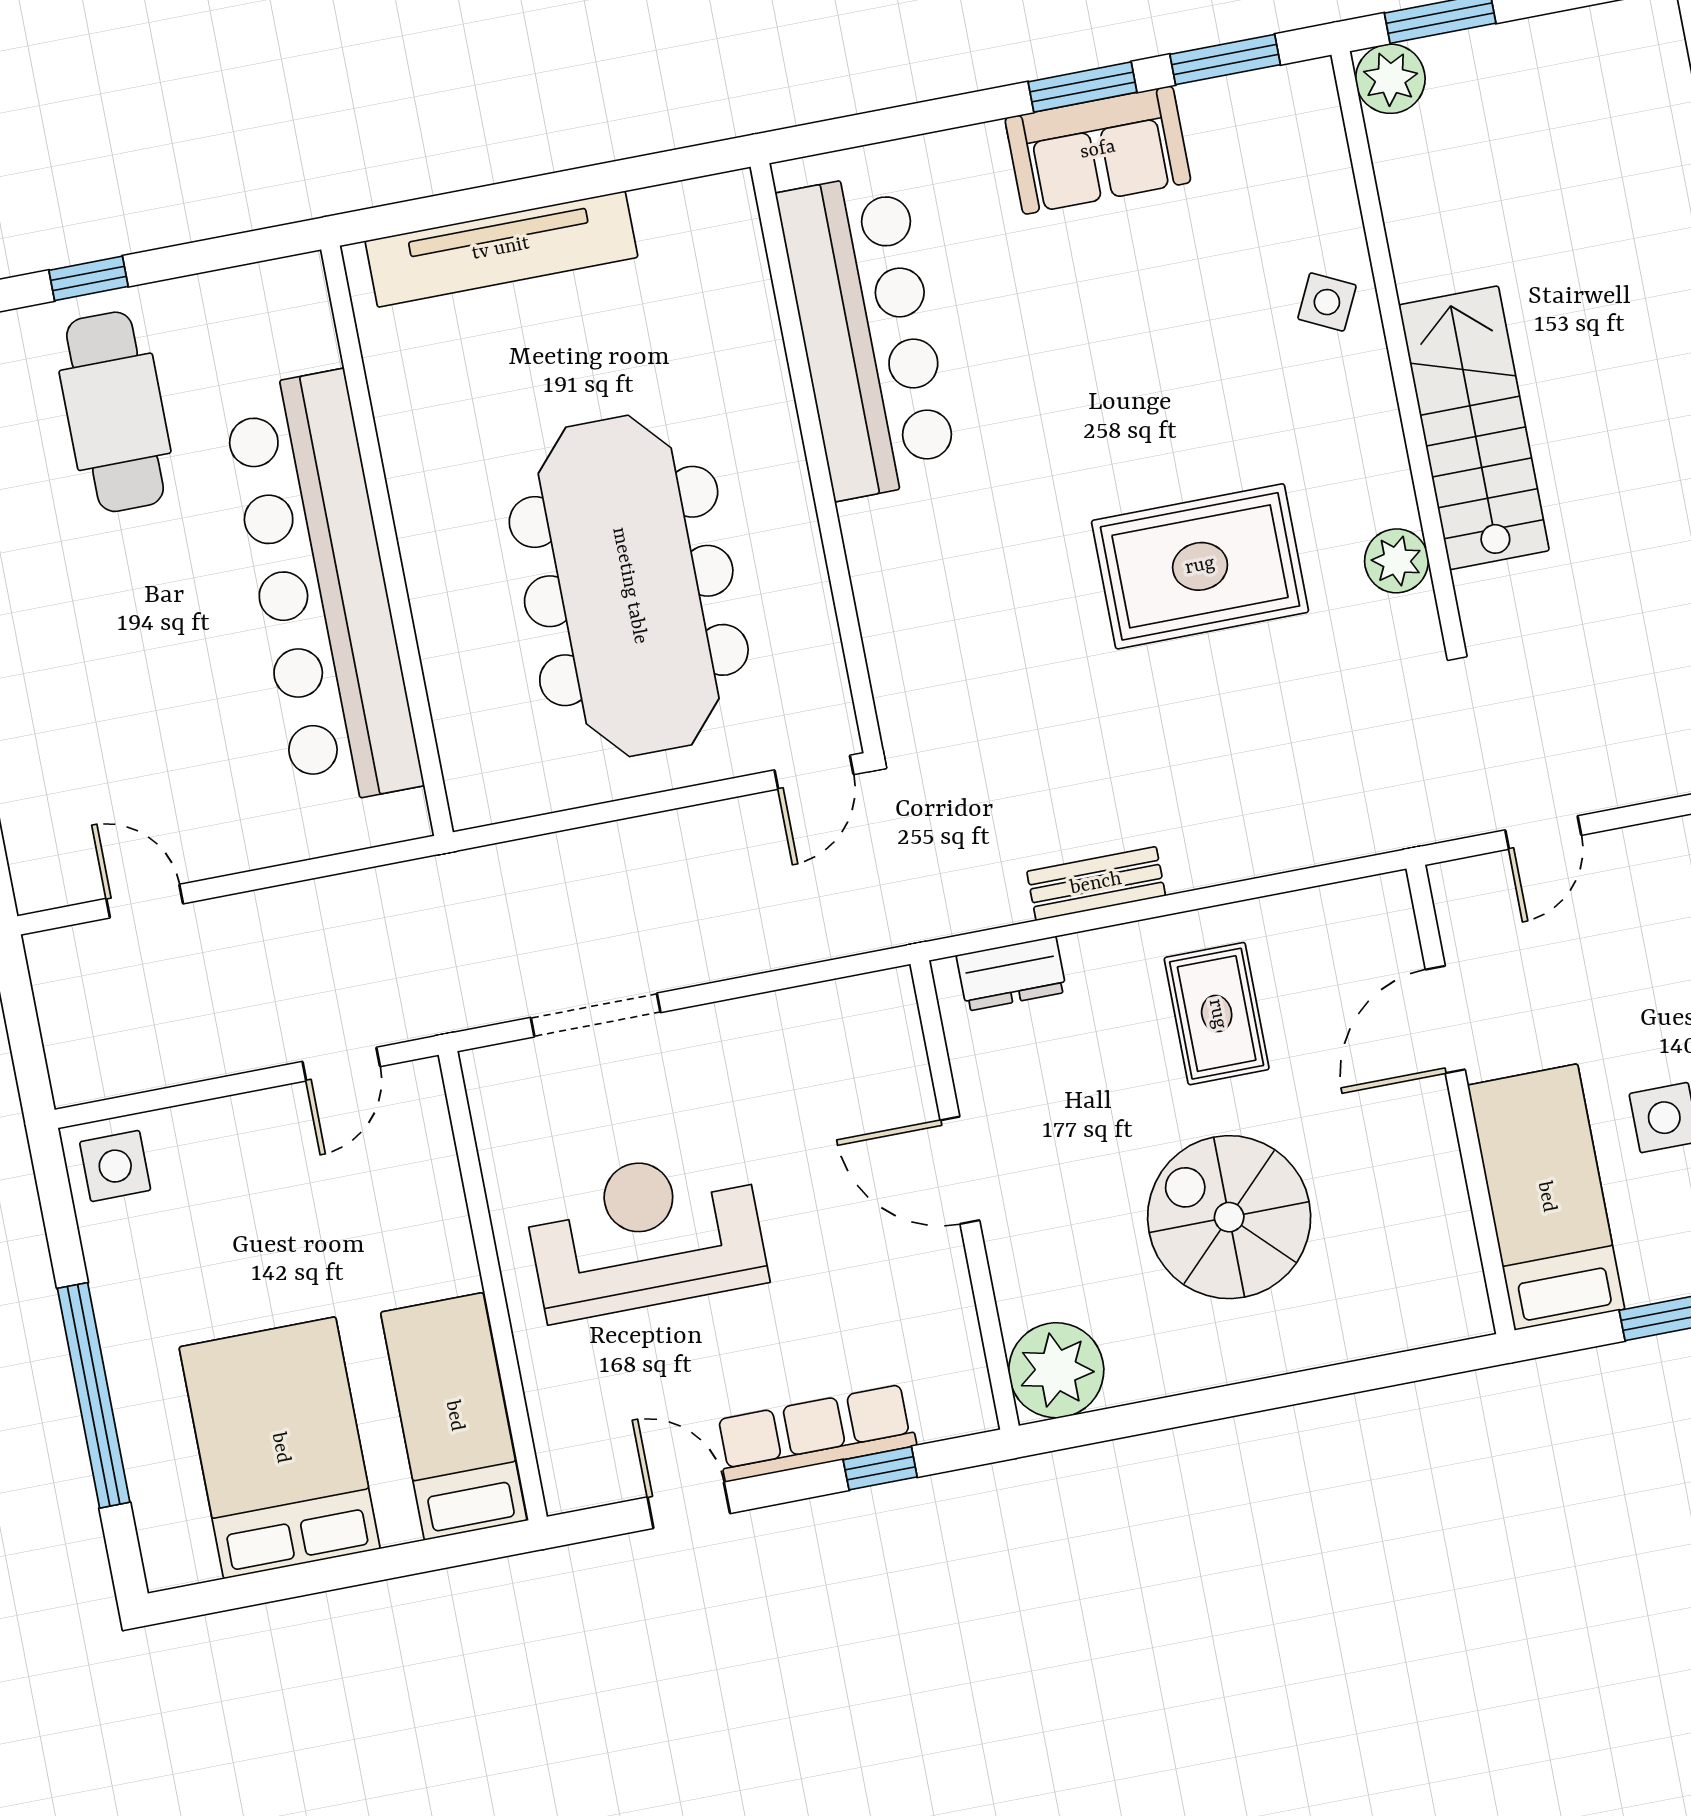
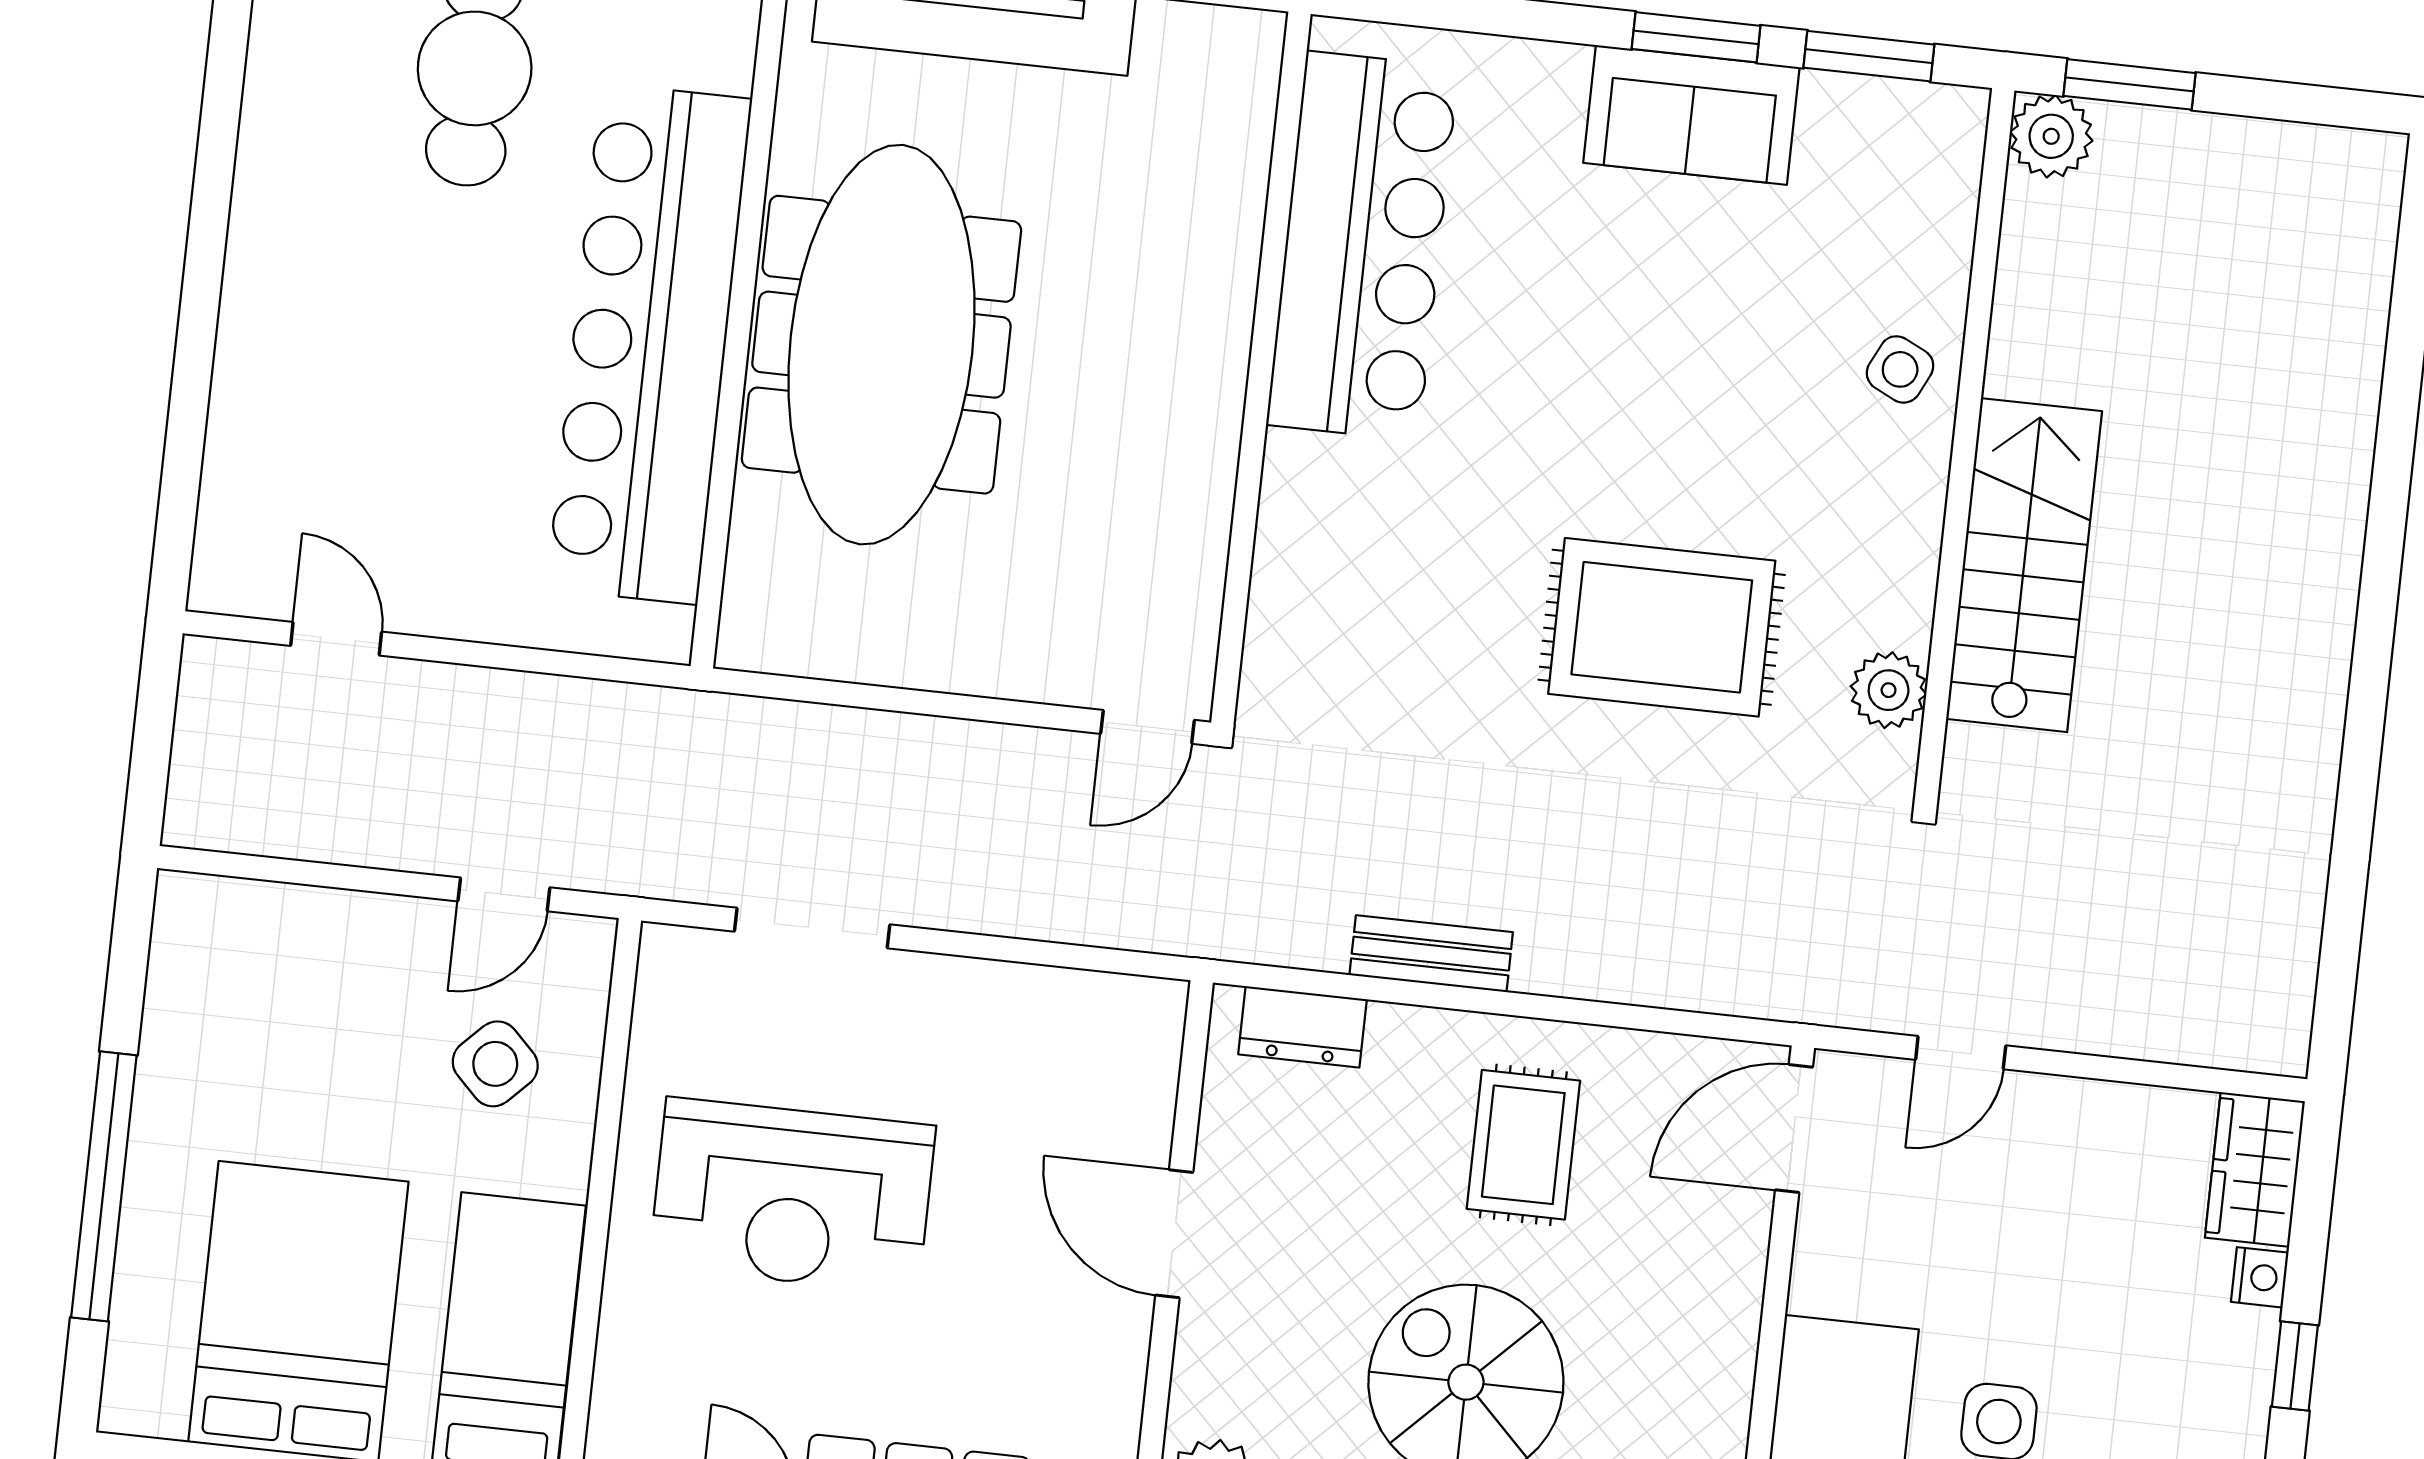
meeting table: (629, 586) -> (881, 345), moved
door: (1445, 1020) -> (1794, 1129), moved
side table: (115, 1166) -> (495, 1064), moved, turned 45
reception desk: (645, 1234) -> (792, 1196), turned 180

